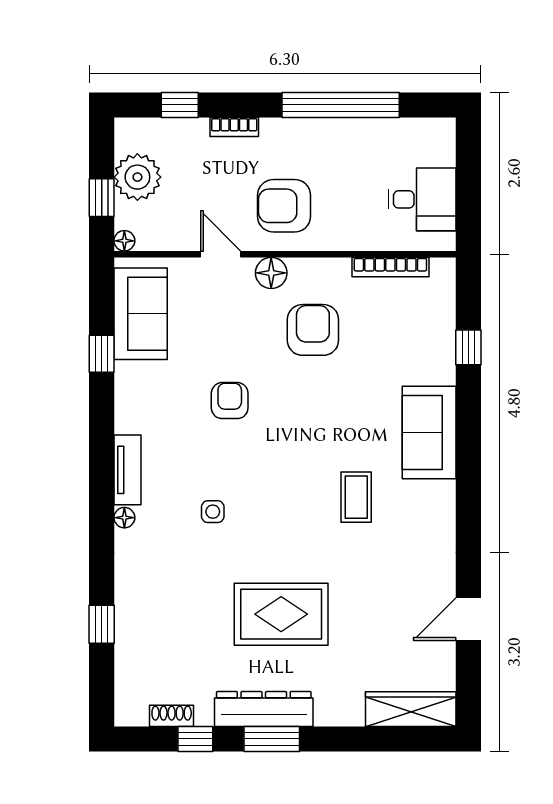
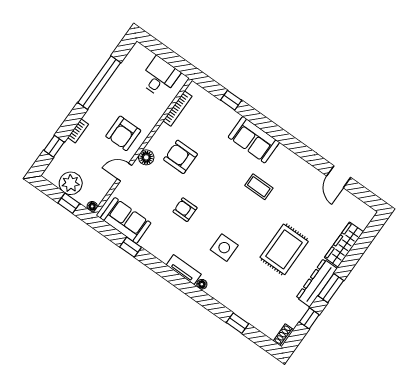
side table: (213, 512) -> (224, 248), width x1.87, depth x1.87
wardrobe: (411, 709) -> (344, 245), moved
shoe rack: (172, 716) -> (283, 335), moved

